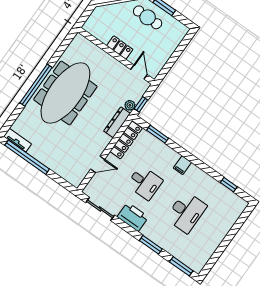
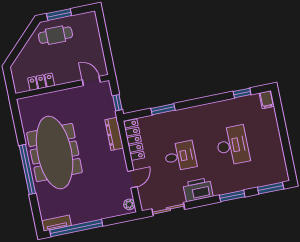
locker: (120, 48) -> (41, 82), moved
plant: (130, 105) -> (129, 204), moved
window: (158, 134) -> (163, 109), moved
filing cabinet: (182, 165) -> (267, 100), moved

